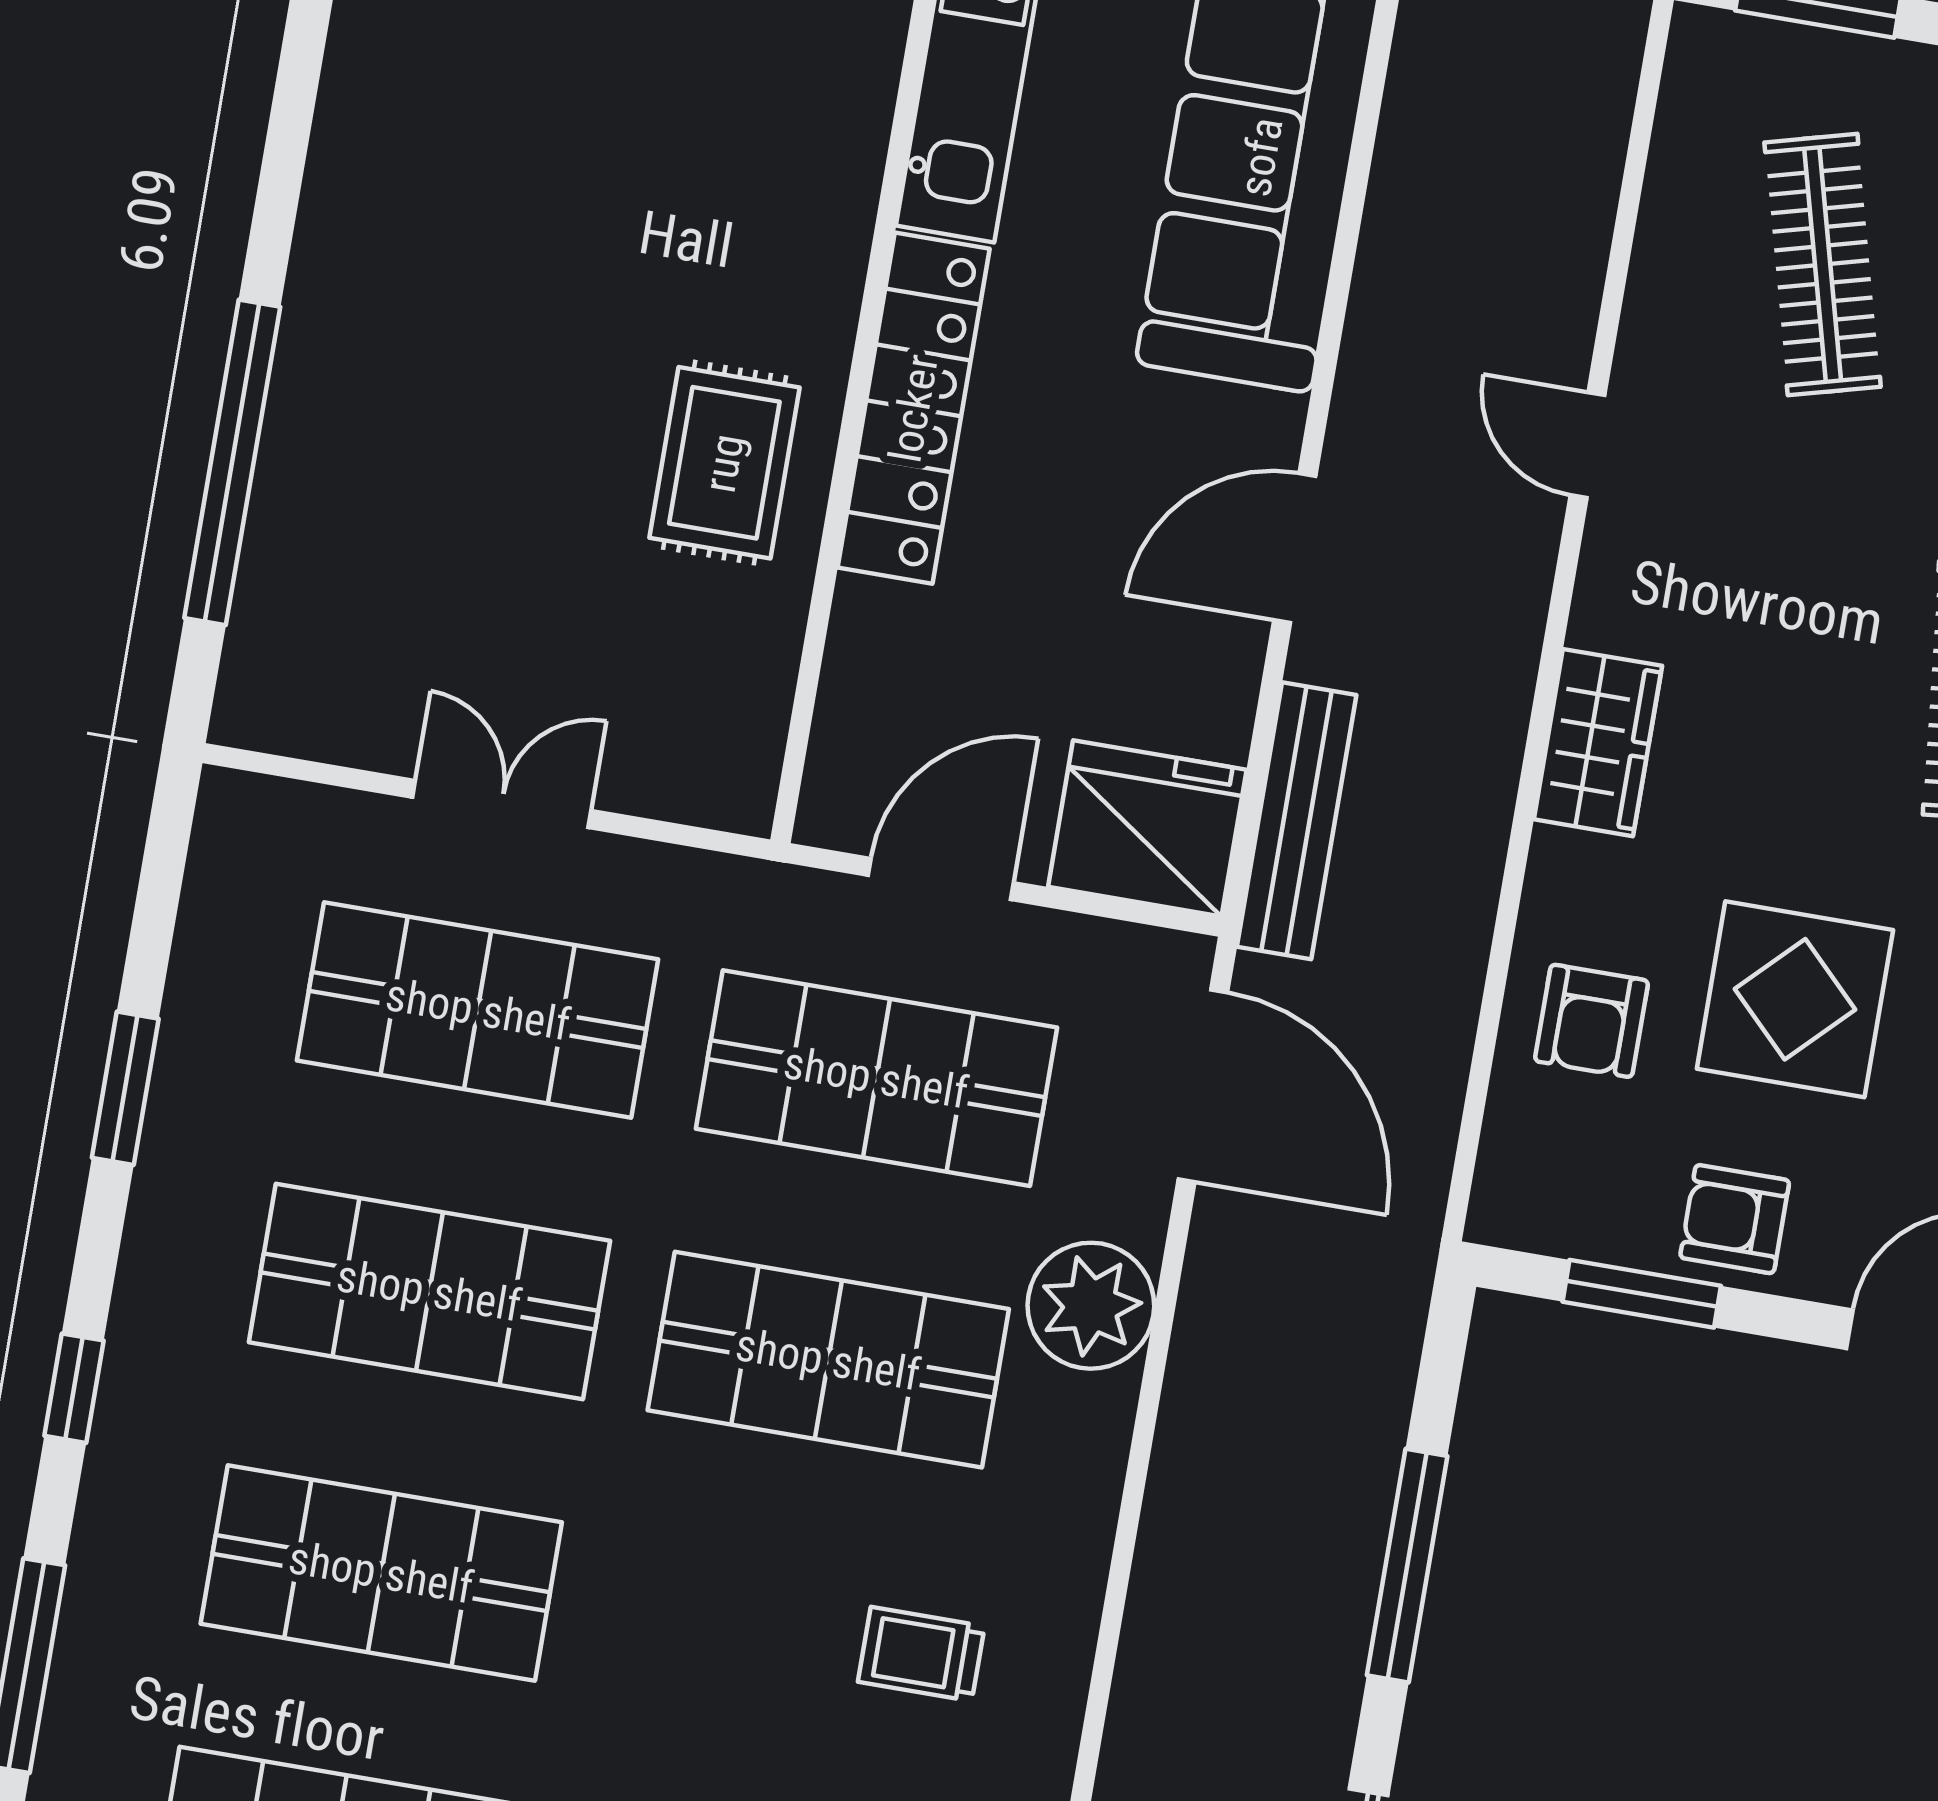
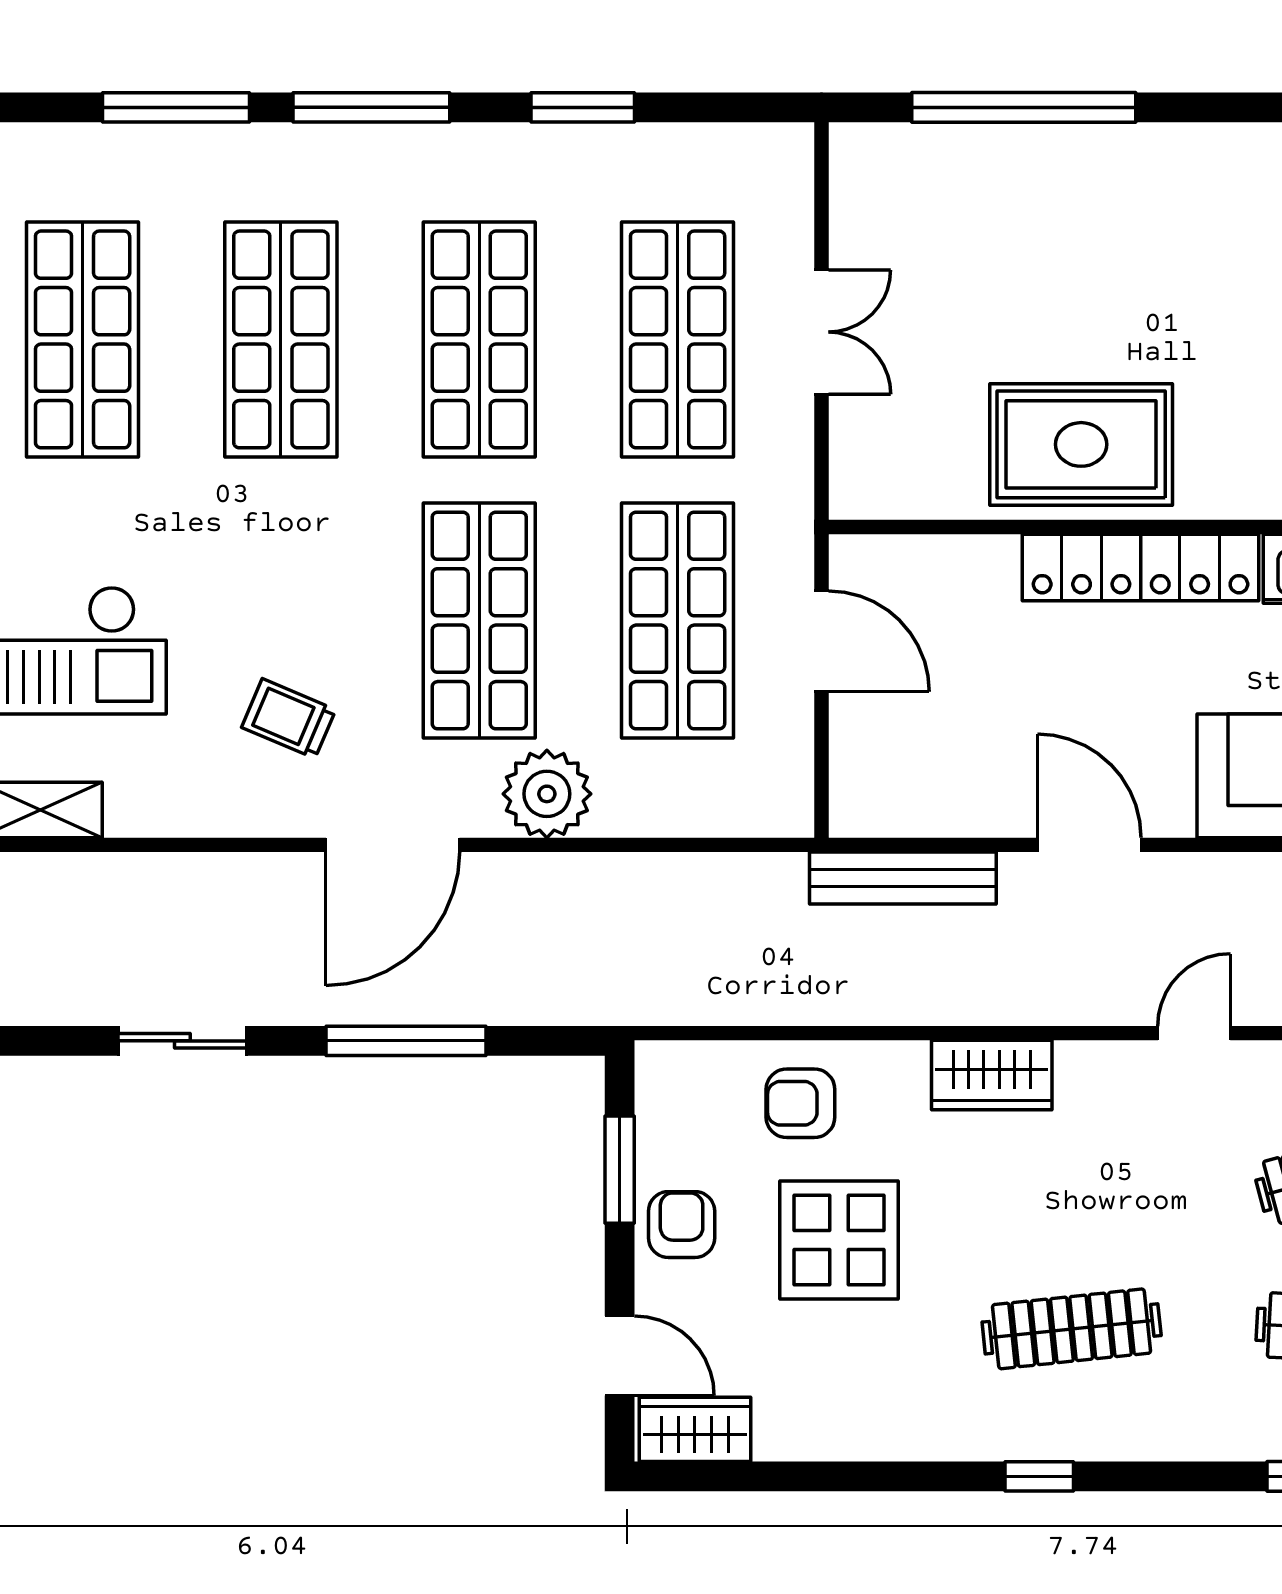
rug: (724, 463) -> (1081, 444), width x1.36, depth x1.43
fridge: (1147, 828) -> (880, 777), removed
door: (1203, 1086) -> (393, 845), moved
window: (74, 1388) -> (371, 107), width x2.17
trolley: (921, 1654) -> (289, 719), turned -67

